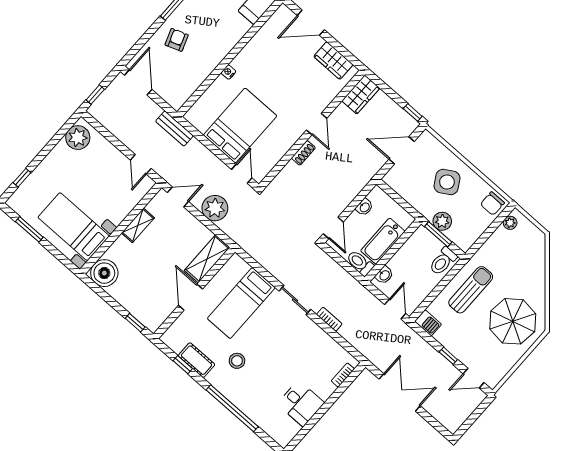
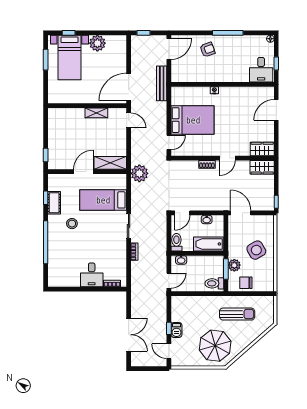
door: (311, 23) -> (276, 110), hinge flipped
wardrobe: (333, 61) -> (262, 149), moved, turned 90
bench: (174, 128) -> (162, 83), width x1.36
plant: (78, 138) -> (97, 43), moved
door: (402, 150) -> (241, 213), moved
door: (141, 164) -> (129, 87), width x1.87
chair: (492, 204) -> (246, 283), moved
plant: (215, 208) -> (139, 173), moved
plant: (510, 223) -> (264, 300), removed
bed with nightstands: (74, 227) -> (69, 57), moved, turned 180
bathtub: (383, 241) -> (209, 244), moved
boiler: (104, 273) -> (57, 117), removed
sun lounger: (471, 290) -> (237, 314), moved
barbecue: (428, 323) -> (176, 330), moved
double door: (400, 392) -> (129, 335), moved
desk: (301, 403) -> (92, 275), moved

